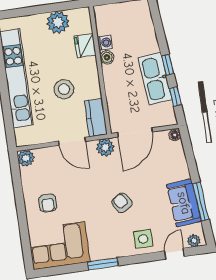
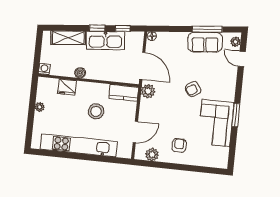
plant: (58, 22) -> (40, 107), width x0.53, depth x0.53
shelving: (147, 32) -> (68, 38), added
washing machine: (105, 43) -> (44, 69), moved
door: (72, 141) -> (135, 132), moved
plant: (26, 158) -> (152, 154), moved
armchair: (48, 203) -> (179, 145), turned -90
side table: (143, 239) -> (225, 80), removed
corner sofa: (59, 246) -> (216, 123), moved

